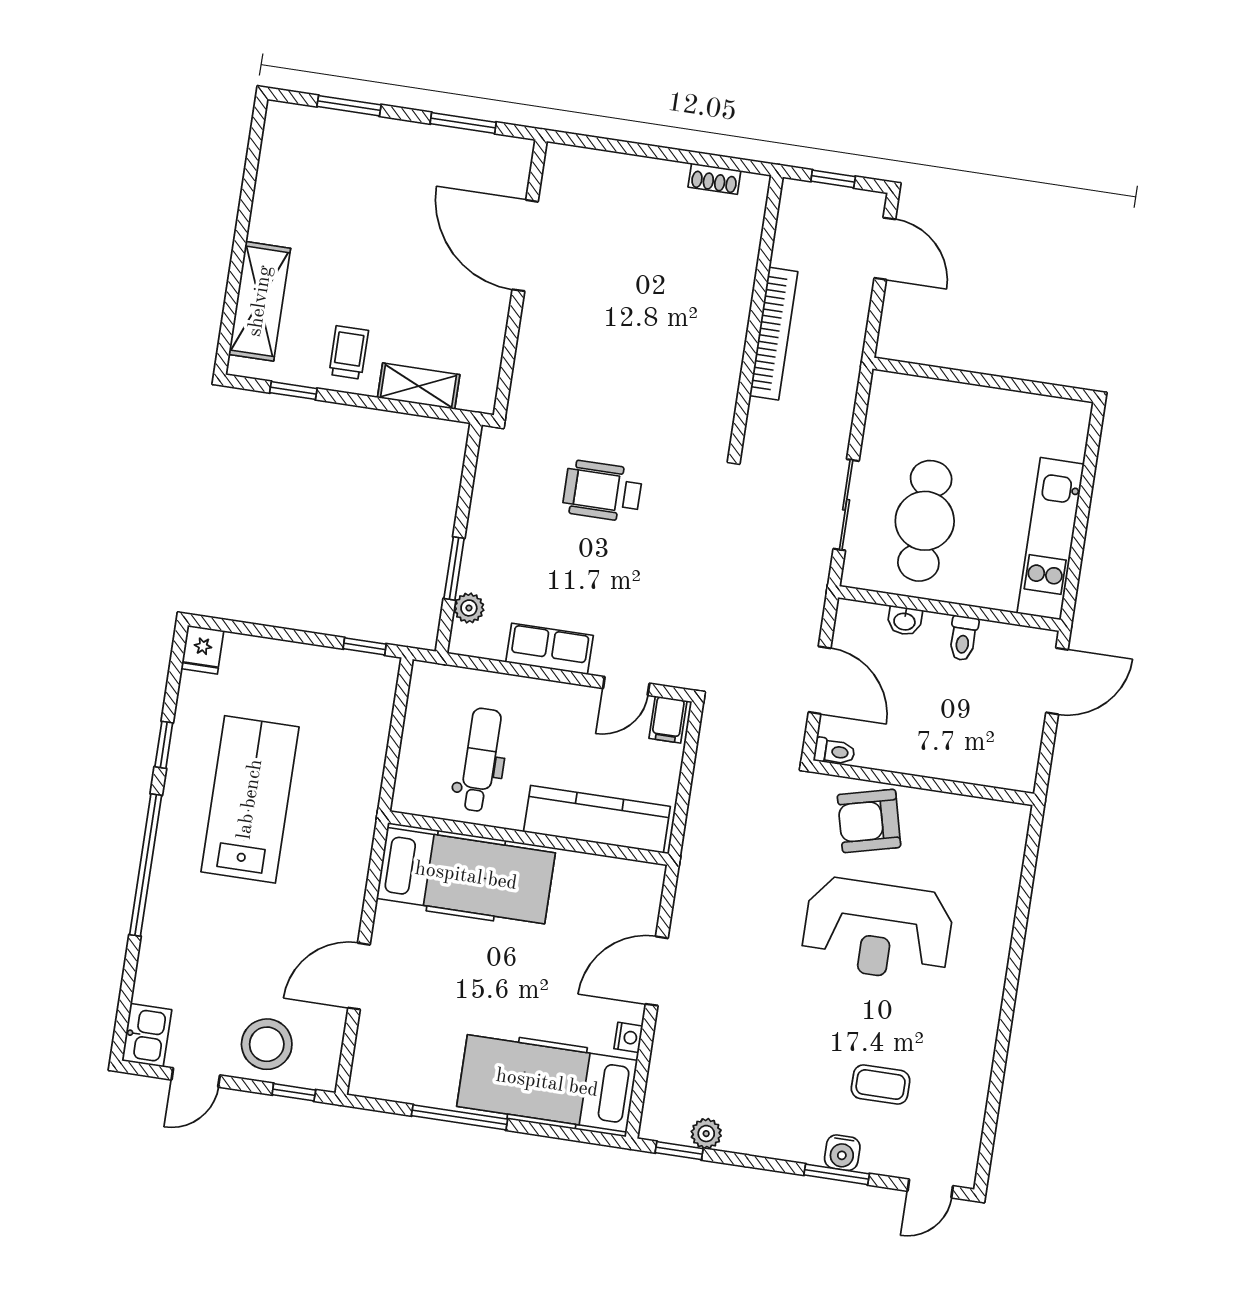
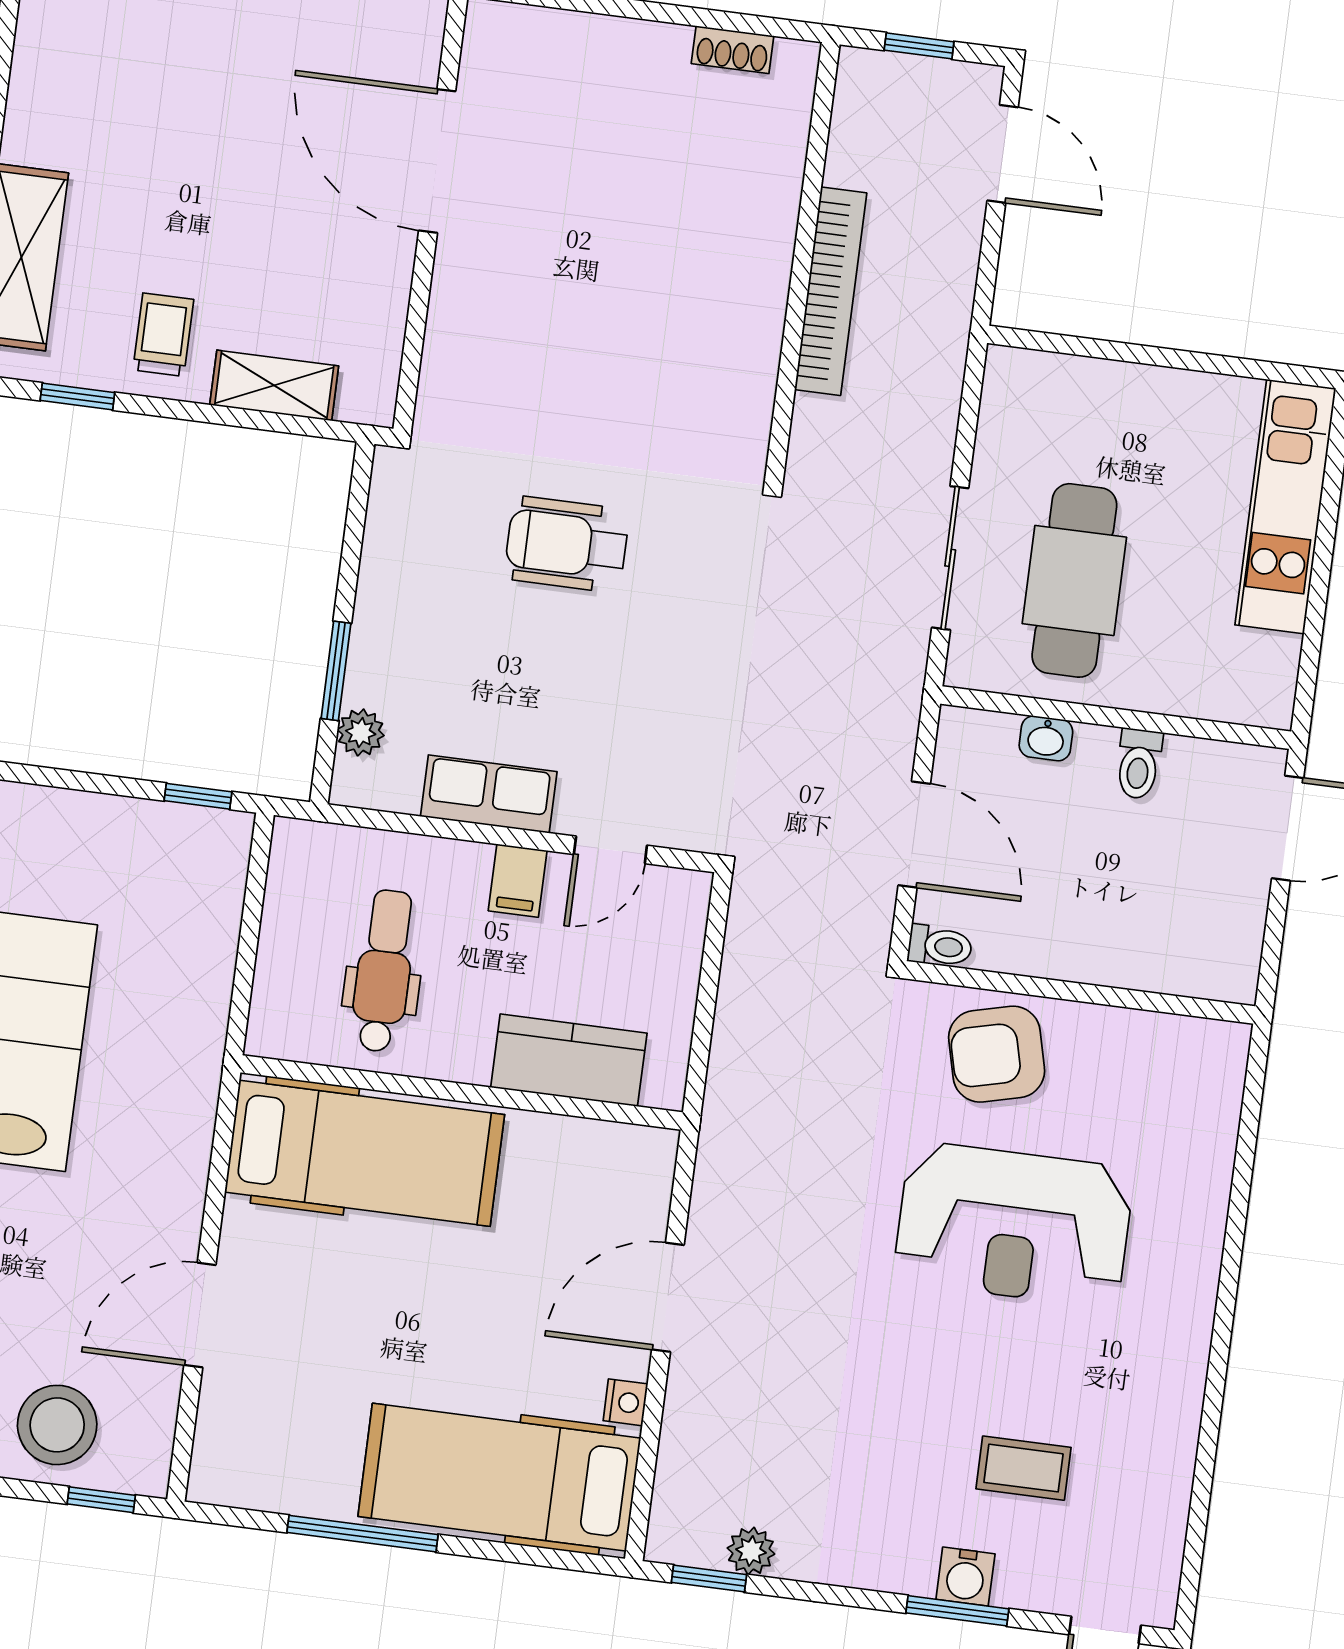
kitchen unit: (1051, 539) -> (1285, 507), moved
filing cabinet: (668, 720) -> (518, 881), moved
kitchen counter: (597, 819) -> (569, 1060), width x0.67

